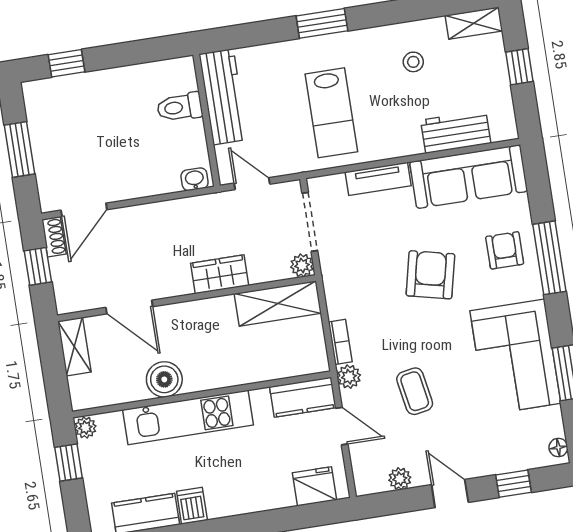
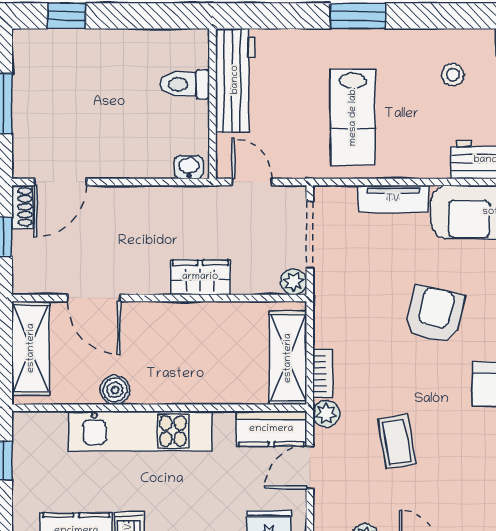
shelving: (278, 303) -> (288, 358), moved, turned 90
shelving: (74, 347) -> (31, 348), width x1.50, depth x1.33
boiler: (164, 379) -> (115, 390), width x0.73, depth x0.73
door: (342, 426) -> (310, 468), swing flipped
plant: (85, 428) -> (24, 424), removed

